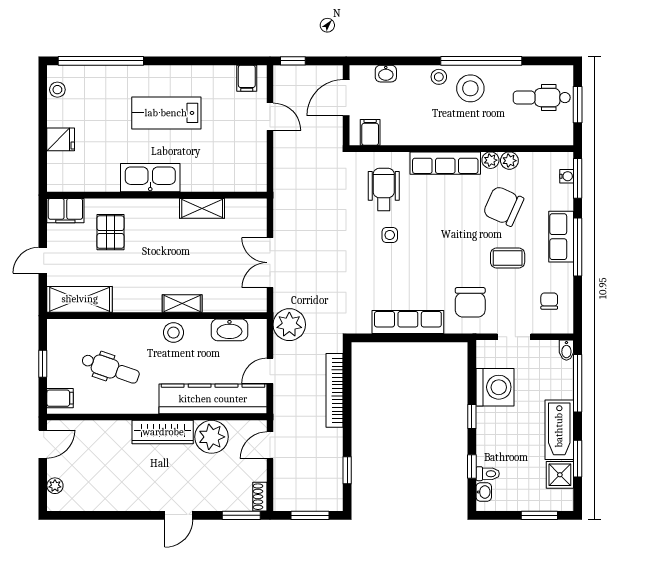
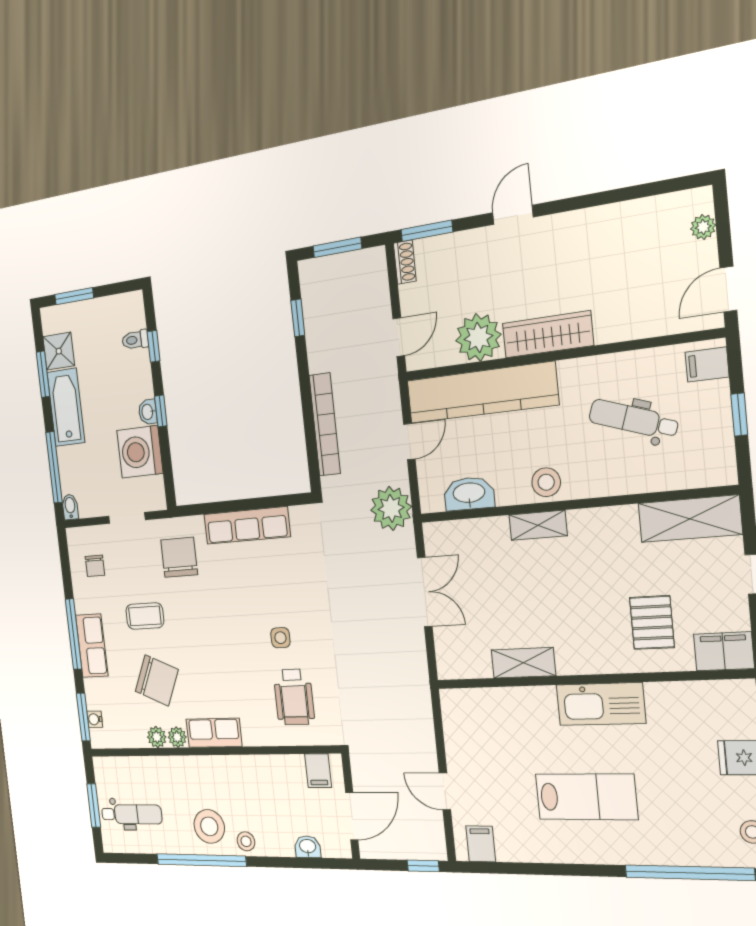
row of seats: (445, 163) -> (214, 733), width x0.68
washbasin: (484, 492) -> (148, 412), moved

